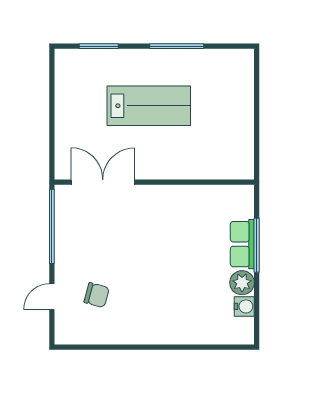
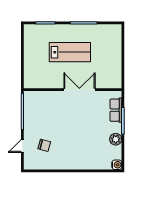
double door: (103, 182) -> (79, 90), moved
row of seats: (242, 244) -> (116, 110), moved
water cooler: (244, 306) -> (117, 165), moved

